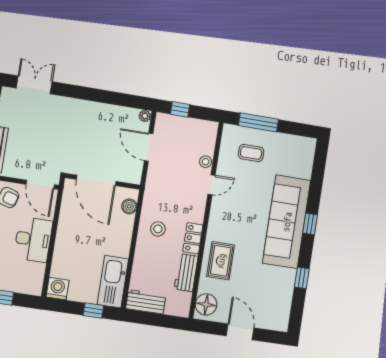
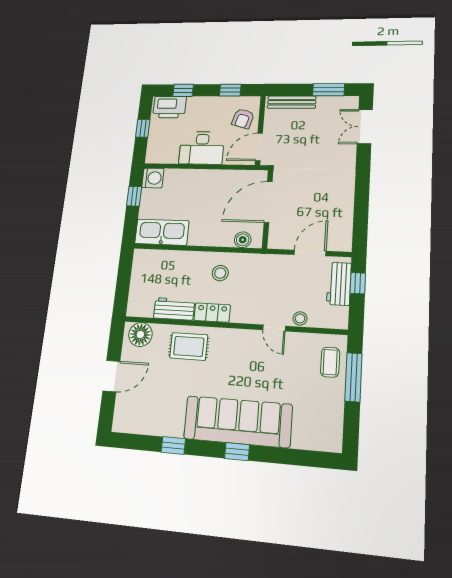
double door: (34, 85) -> (365, 127), swing flipped
plant: (145, 116) -> (345, 245), removed
coffee table: (251, 153) -> (330, 362), moved
workbench: (146, 302) -> (339, 284), moved, turned 180
window: (93, 311) -> (134, 196), moved

